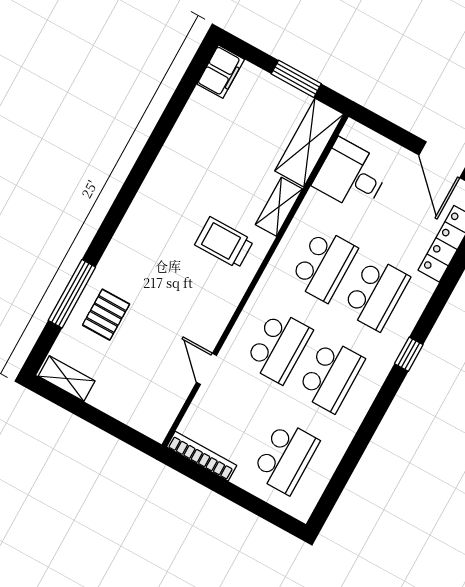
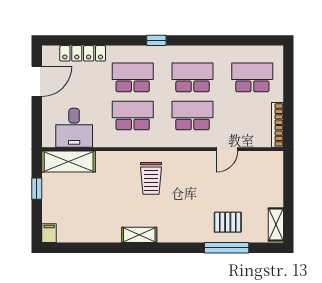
filing cabinet: (221, 72) -> (49, 233), width x0.50
window: (296, 79) -> (37, 189), width x0.67
shelving: (279, 207) -> (139, 235), moved

